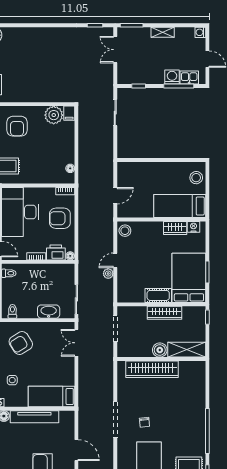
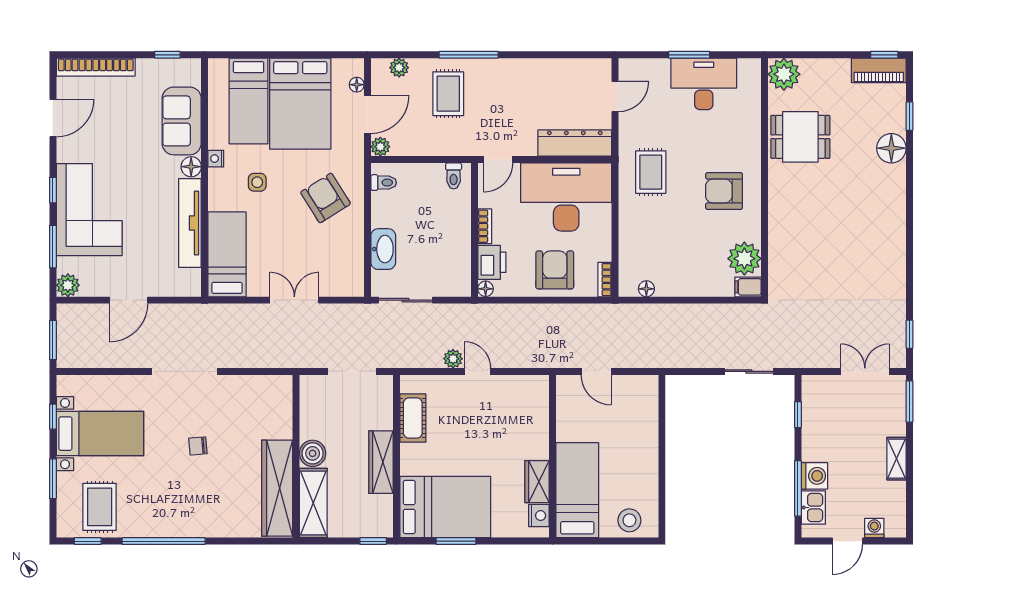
washing machine: (200, 32) -> (874, 528), moved
stool: (125, 231) -> (532, 389), removed
cot: (158, 295) -> (413, 418), moved
double door: (76, 343) -> (294, 300), moved
wardrobe: (152, 369) -> (277, 488), moved
chair: (144, 422) -> (198, 446), moved

